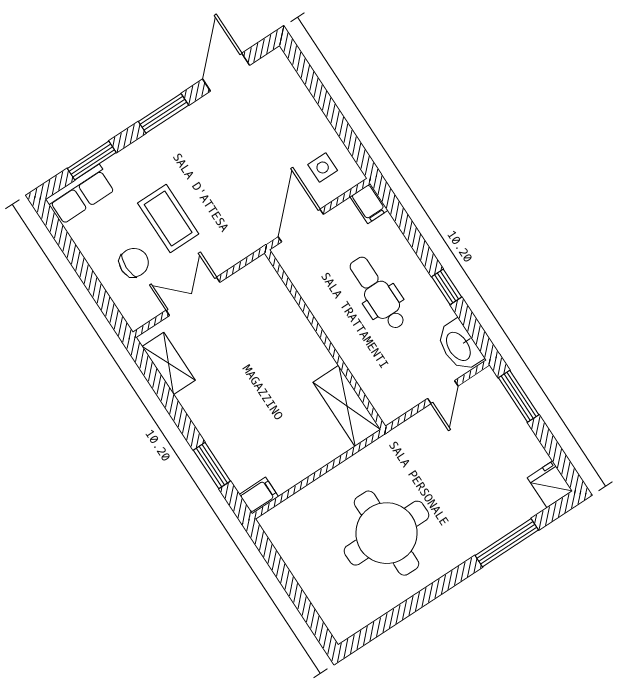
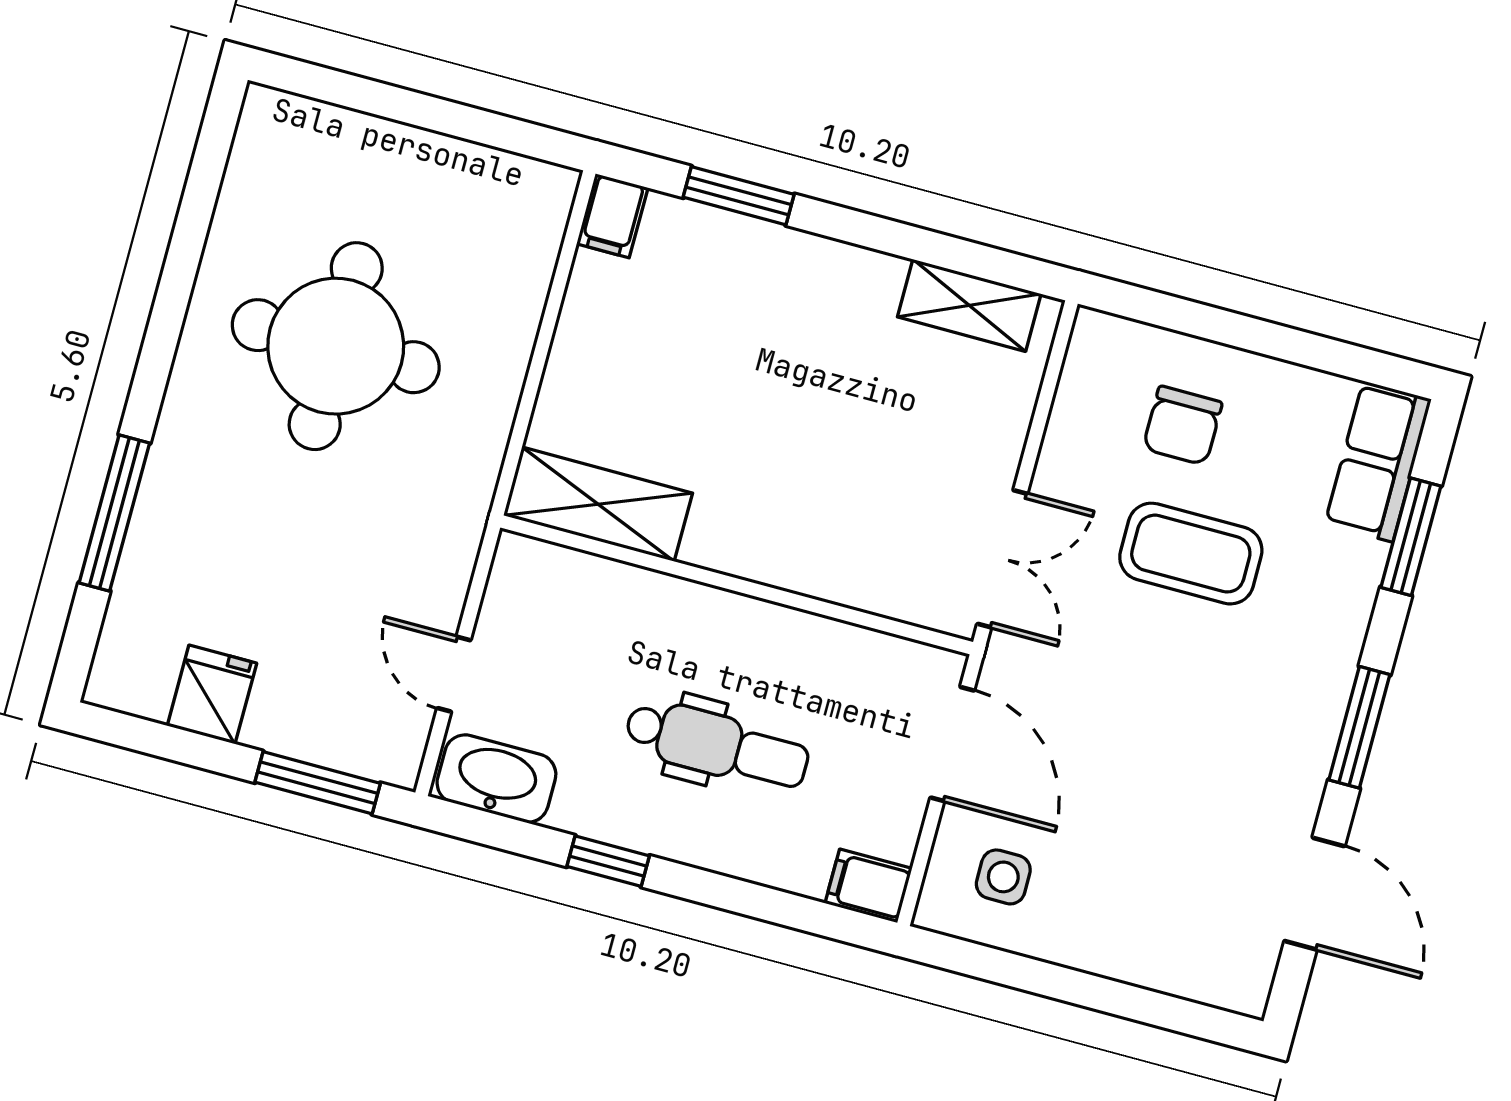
double door: (193, 296) -> (1002, 559), moved
fridge: (550, 484) -> (212, 694), moved, turned -90

